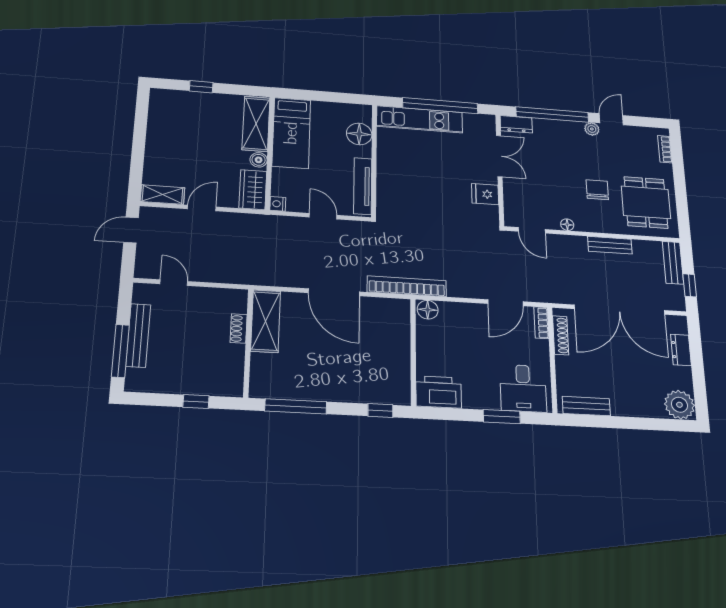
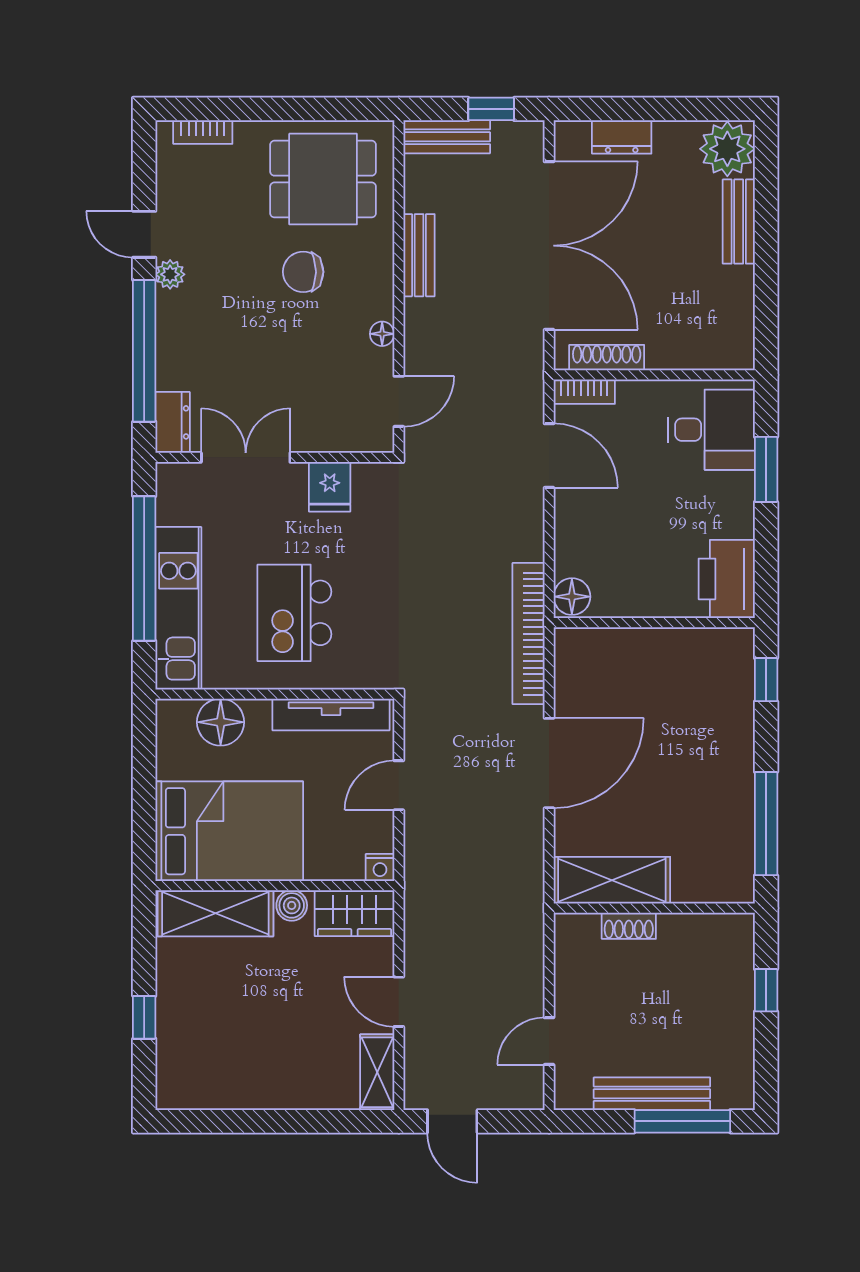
bed: (291, 133) -> (229, 831), width x1.50
kitchen island: (418, 173) -> (294, 613), added
bench: (586, 406) -> (739, 222), moved

